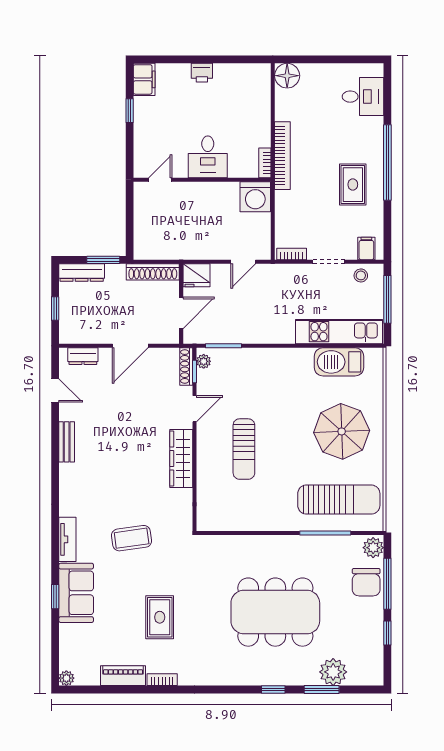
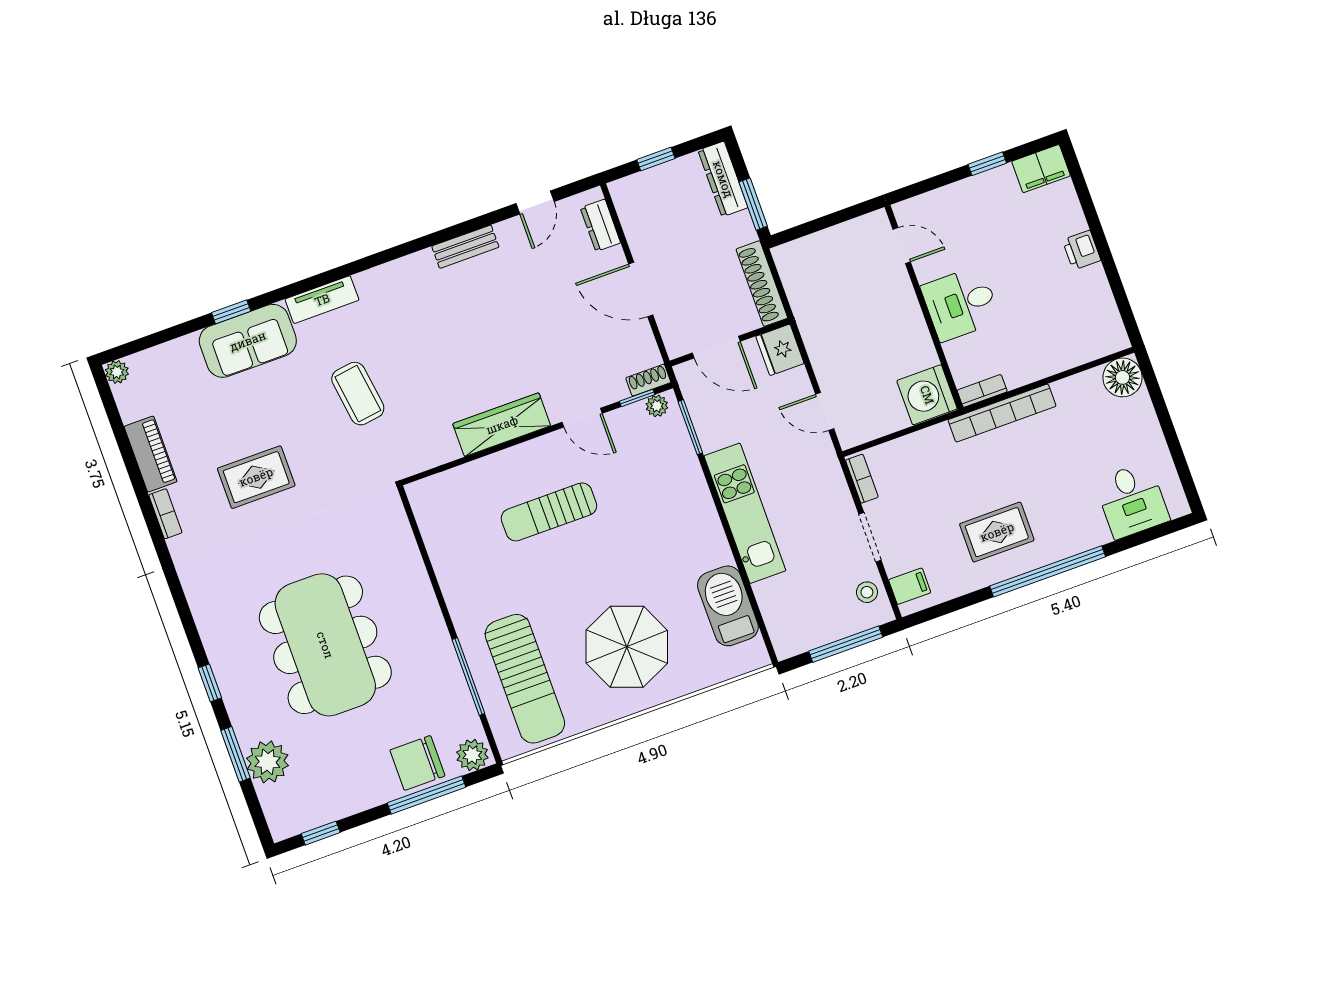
kitchen unit: (339, 332) -> (745, 513), moved
shoe rack: (186, 366) -> (648, 380), width x0.70
window: (387, 633) -> (321, 833), moved

